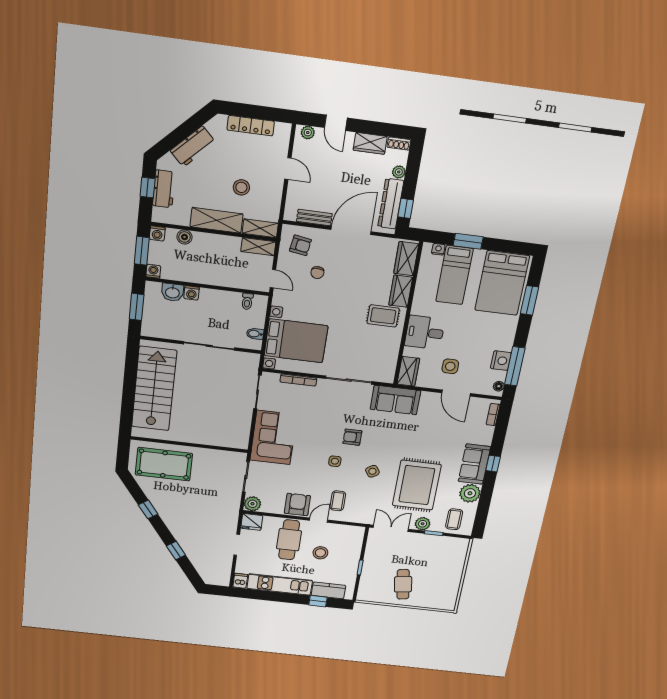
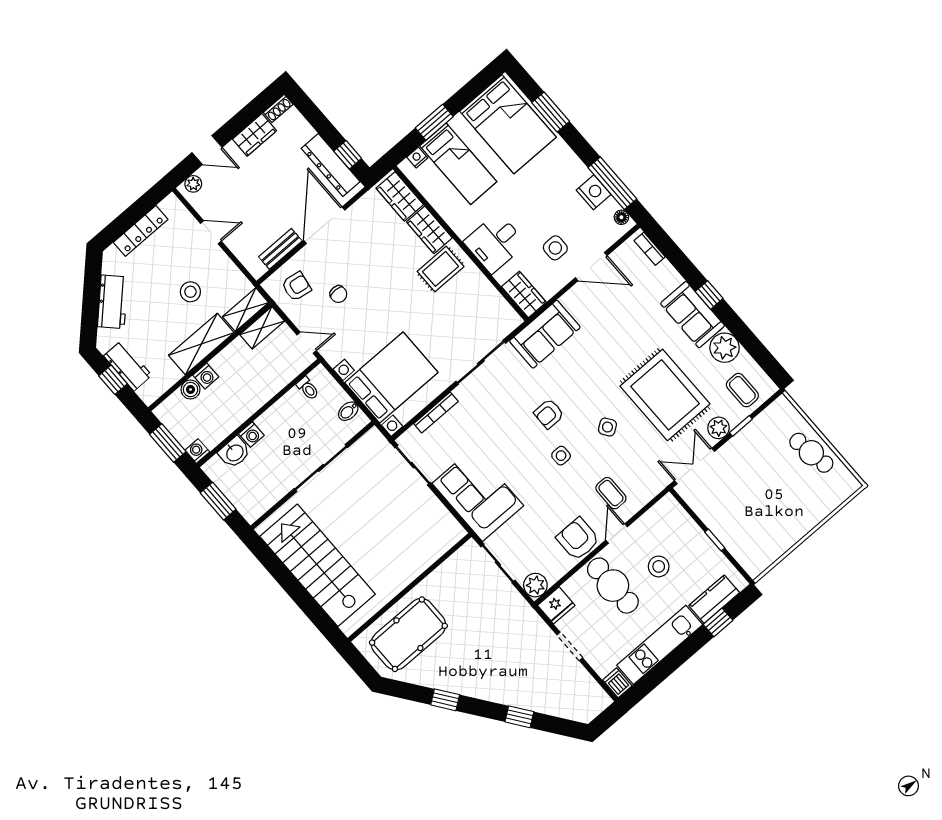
plant: (399, 172) -> (306, 131), removed
washing machine: (157, 233) -> (206, 376), moved
cafe table: (403, 584) -> (811, 453), moved

